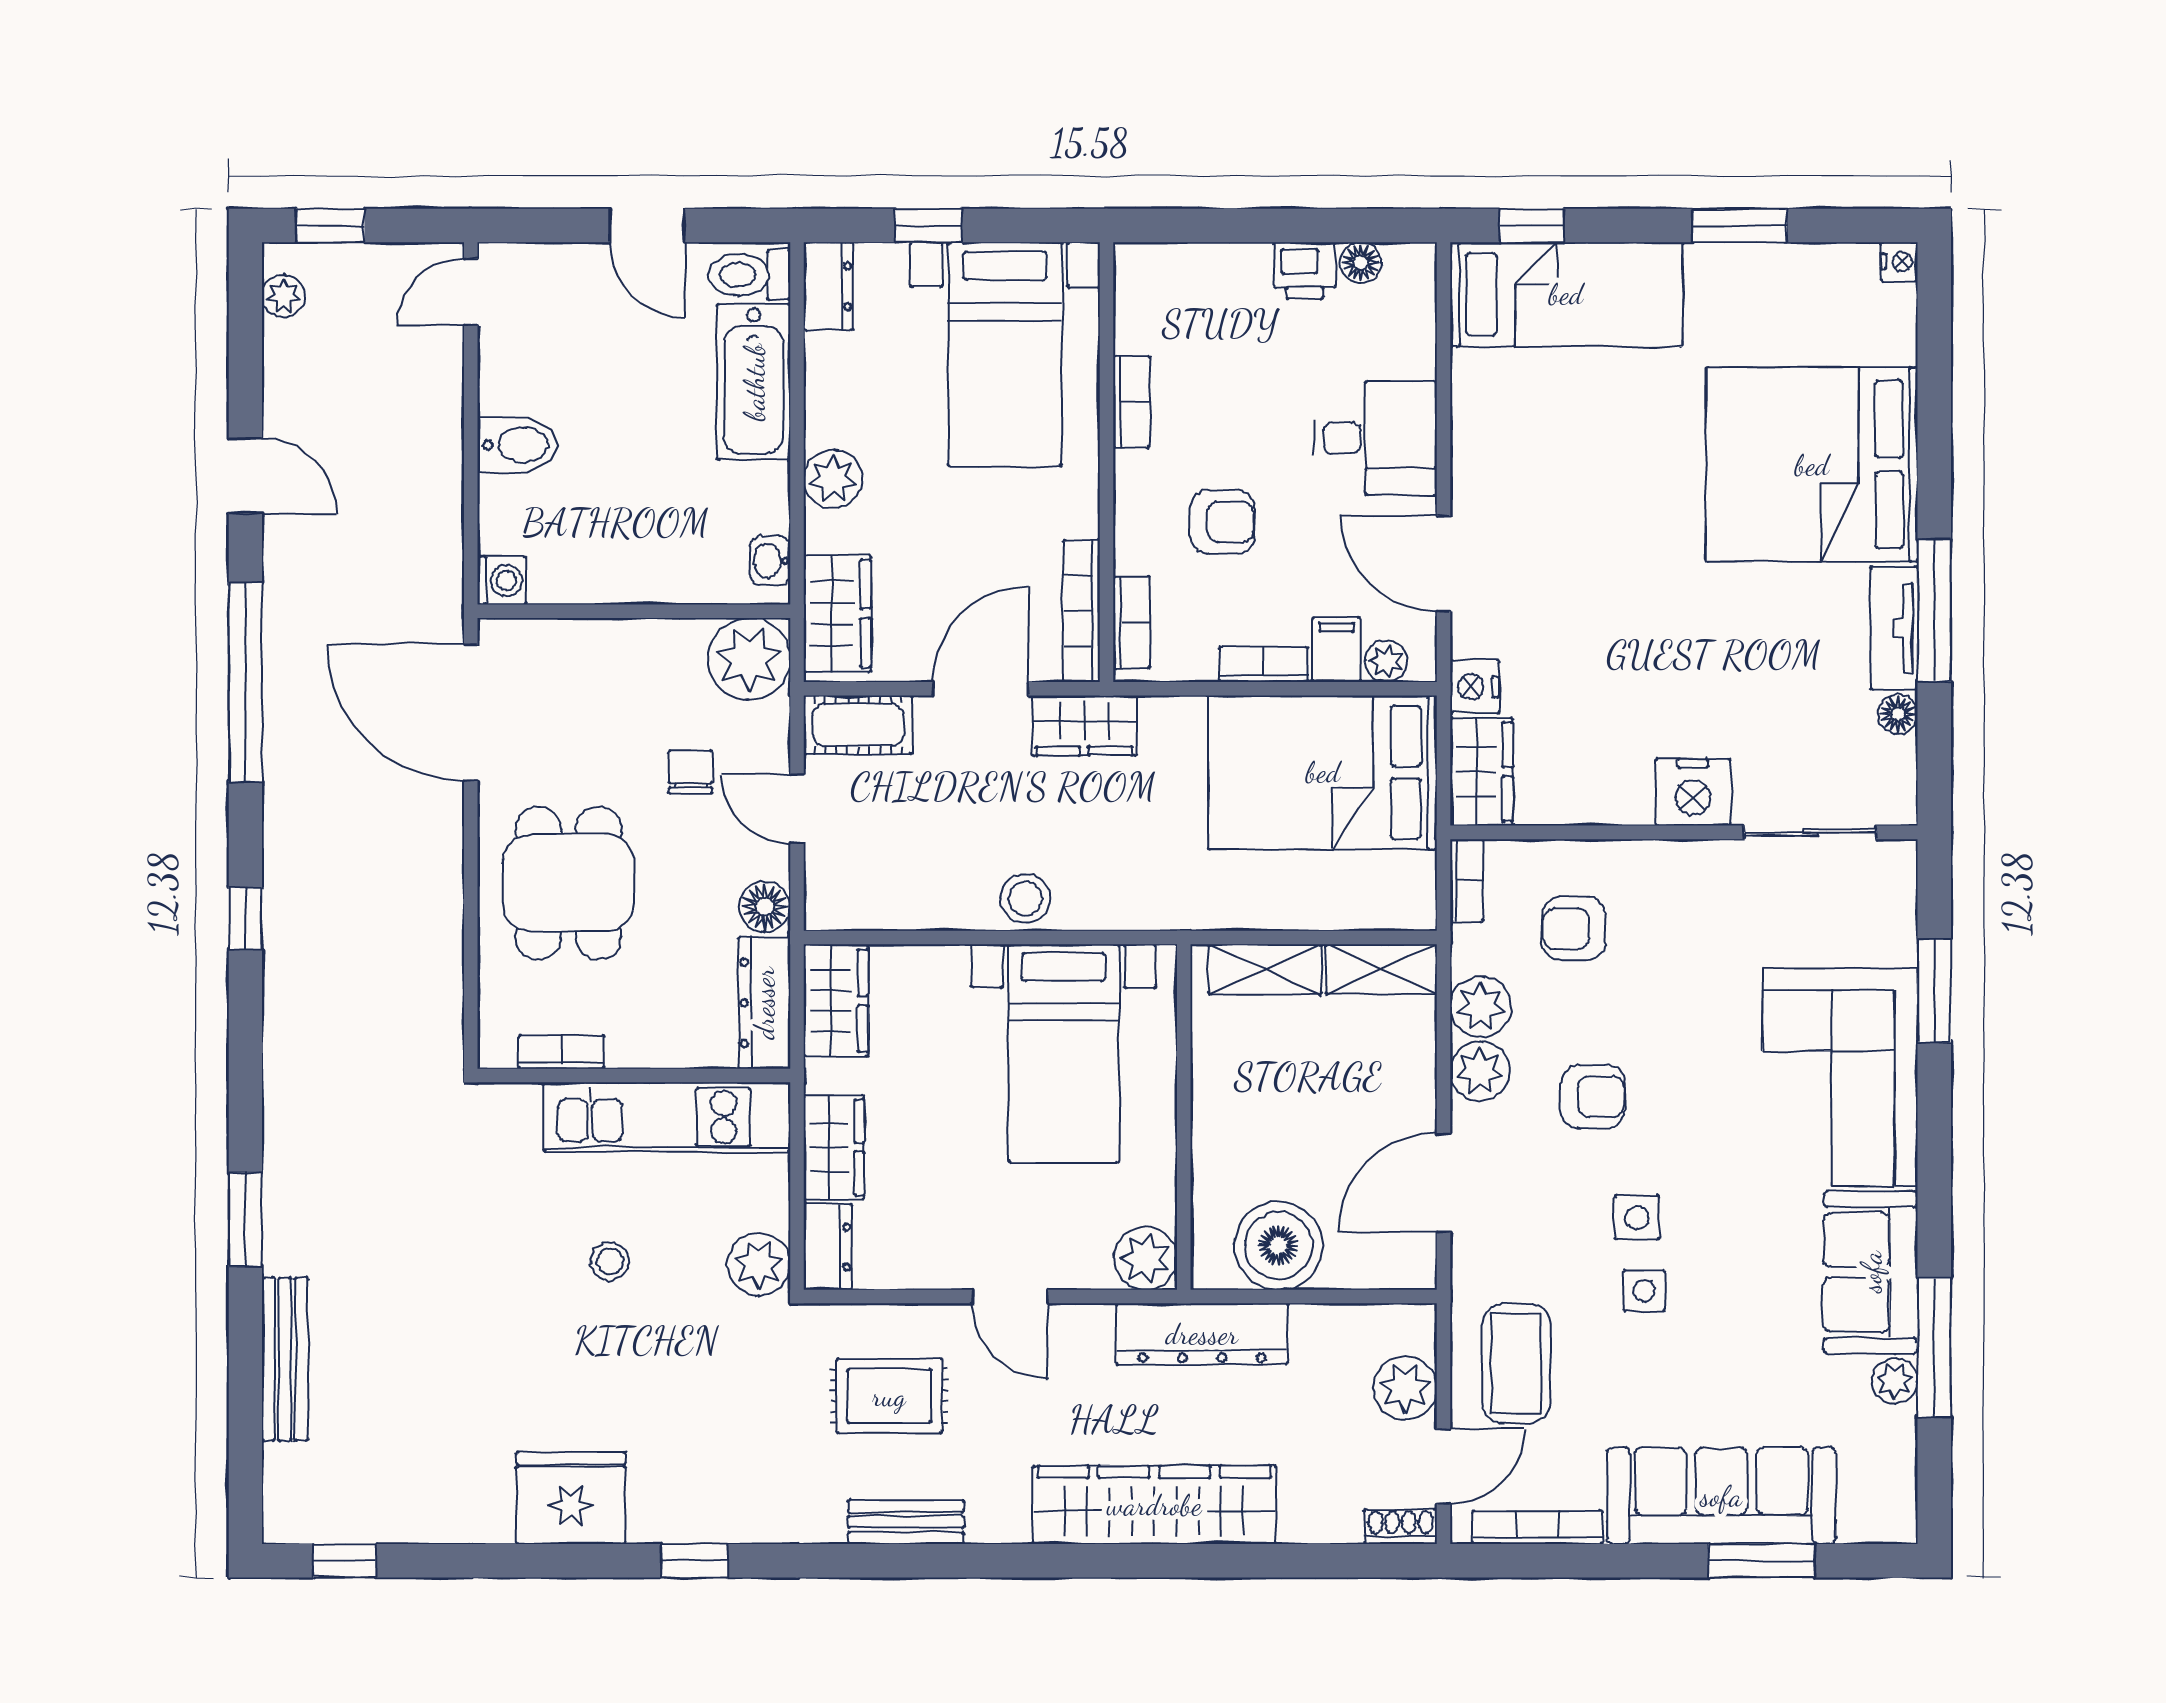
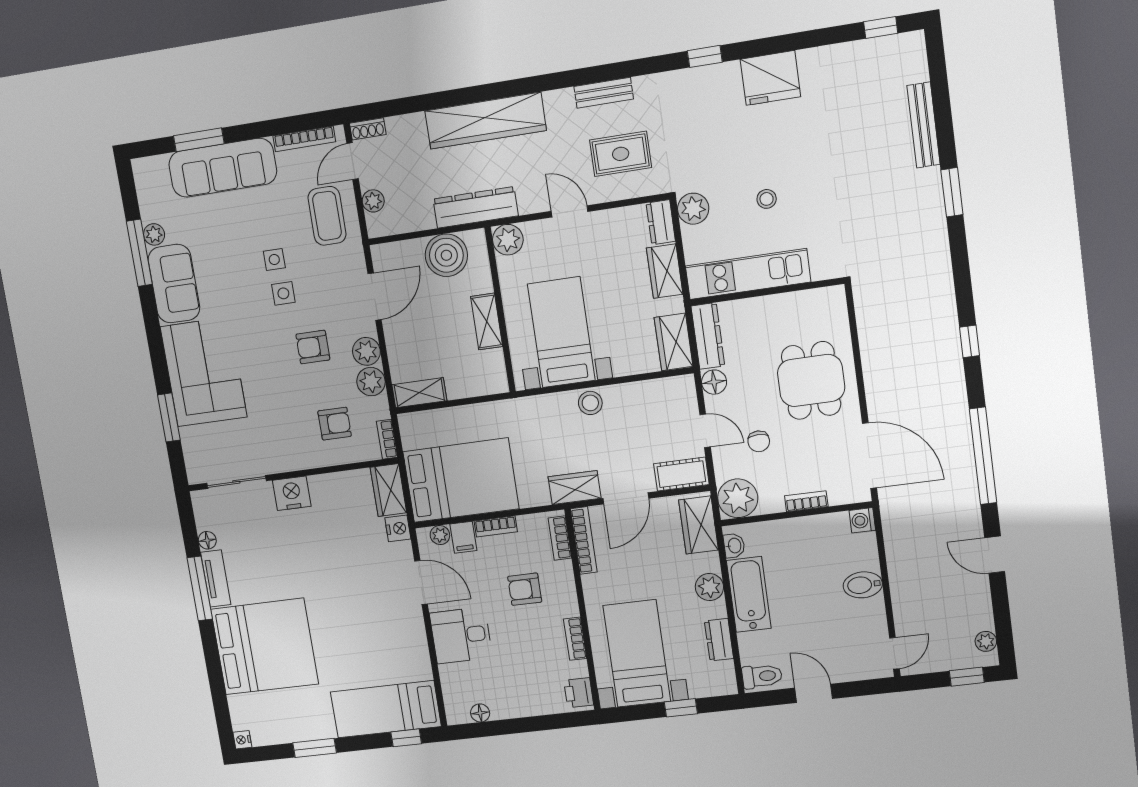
printer: (1305, 270) -> (579, 693), moved, turned -90
dresser: (828, 286) -> (719, 640), moved
bathtub: (754, 382) -> (749, 594), moved
shelving: (1265, 969) -> (487, 322), moved, turned 90
bookcase: (562, 1052) -> (806, 501), moved, turned 180
plant: (1405, 1388) -> (373, 201), width x0.73, depth x0.73

